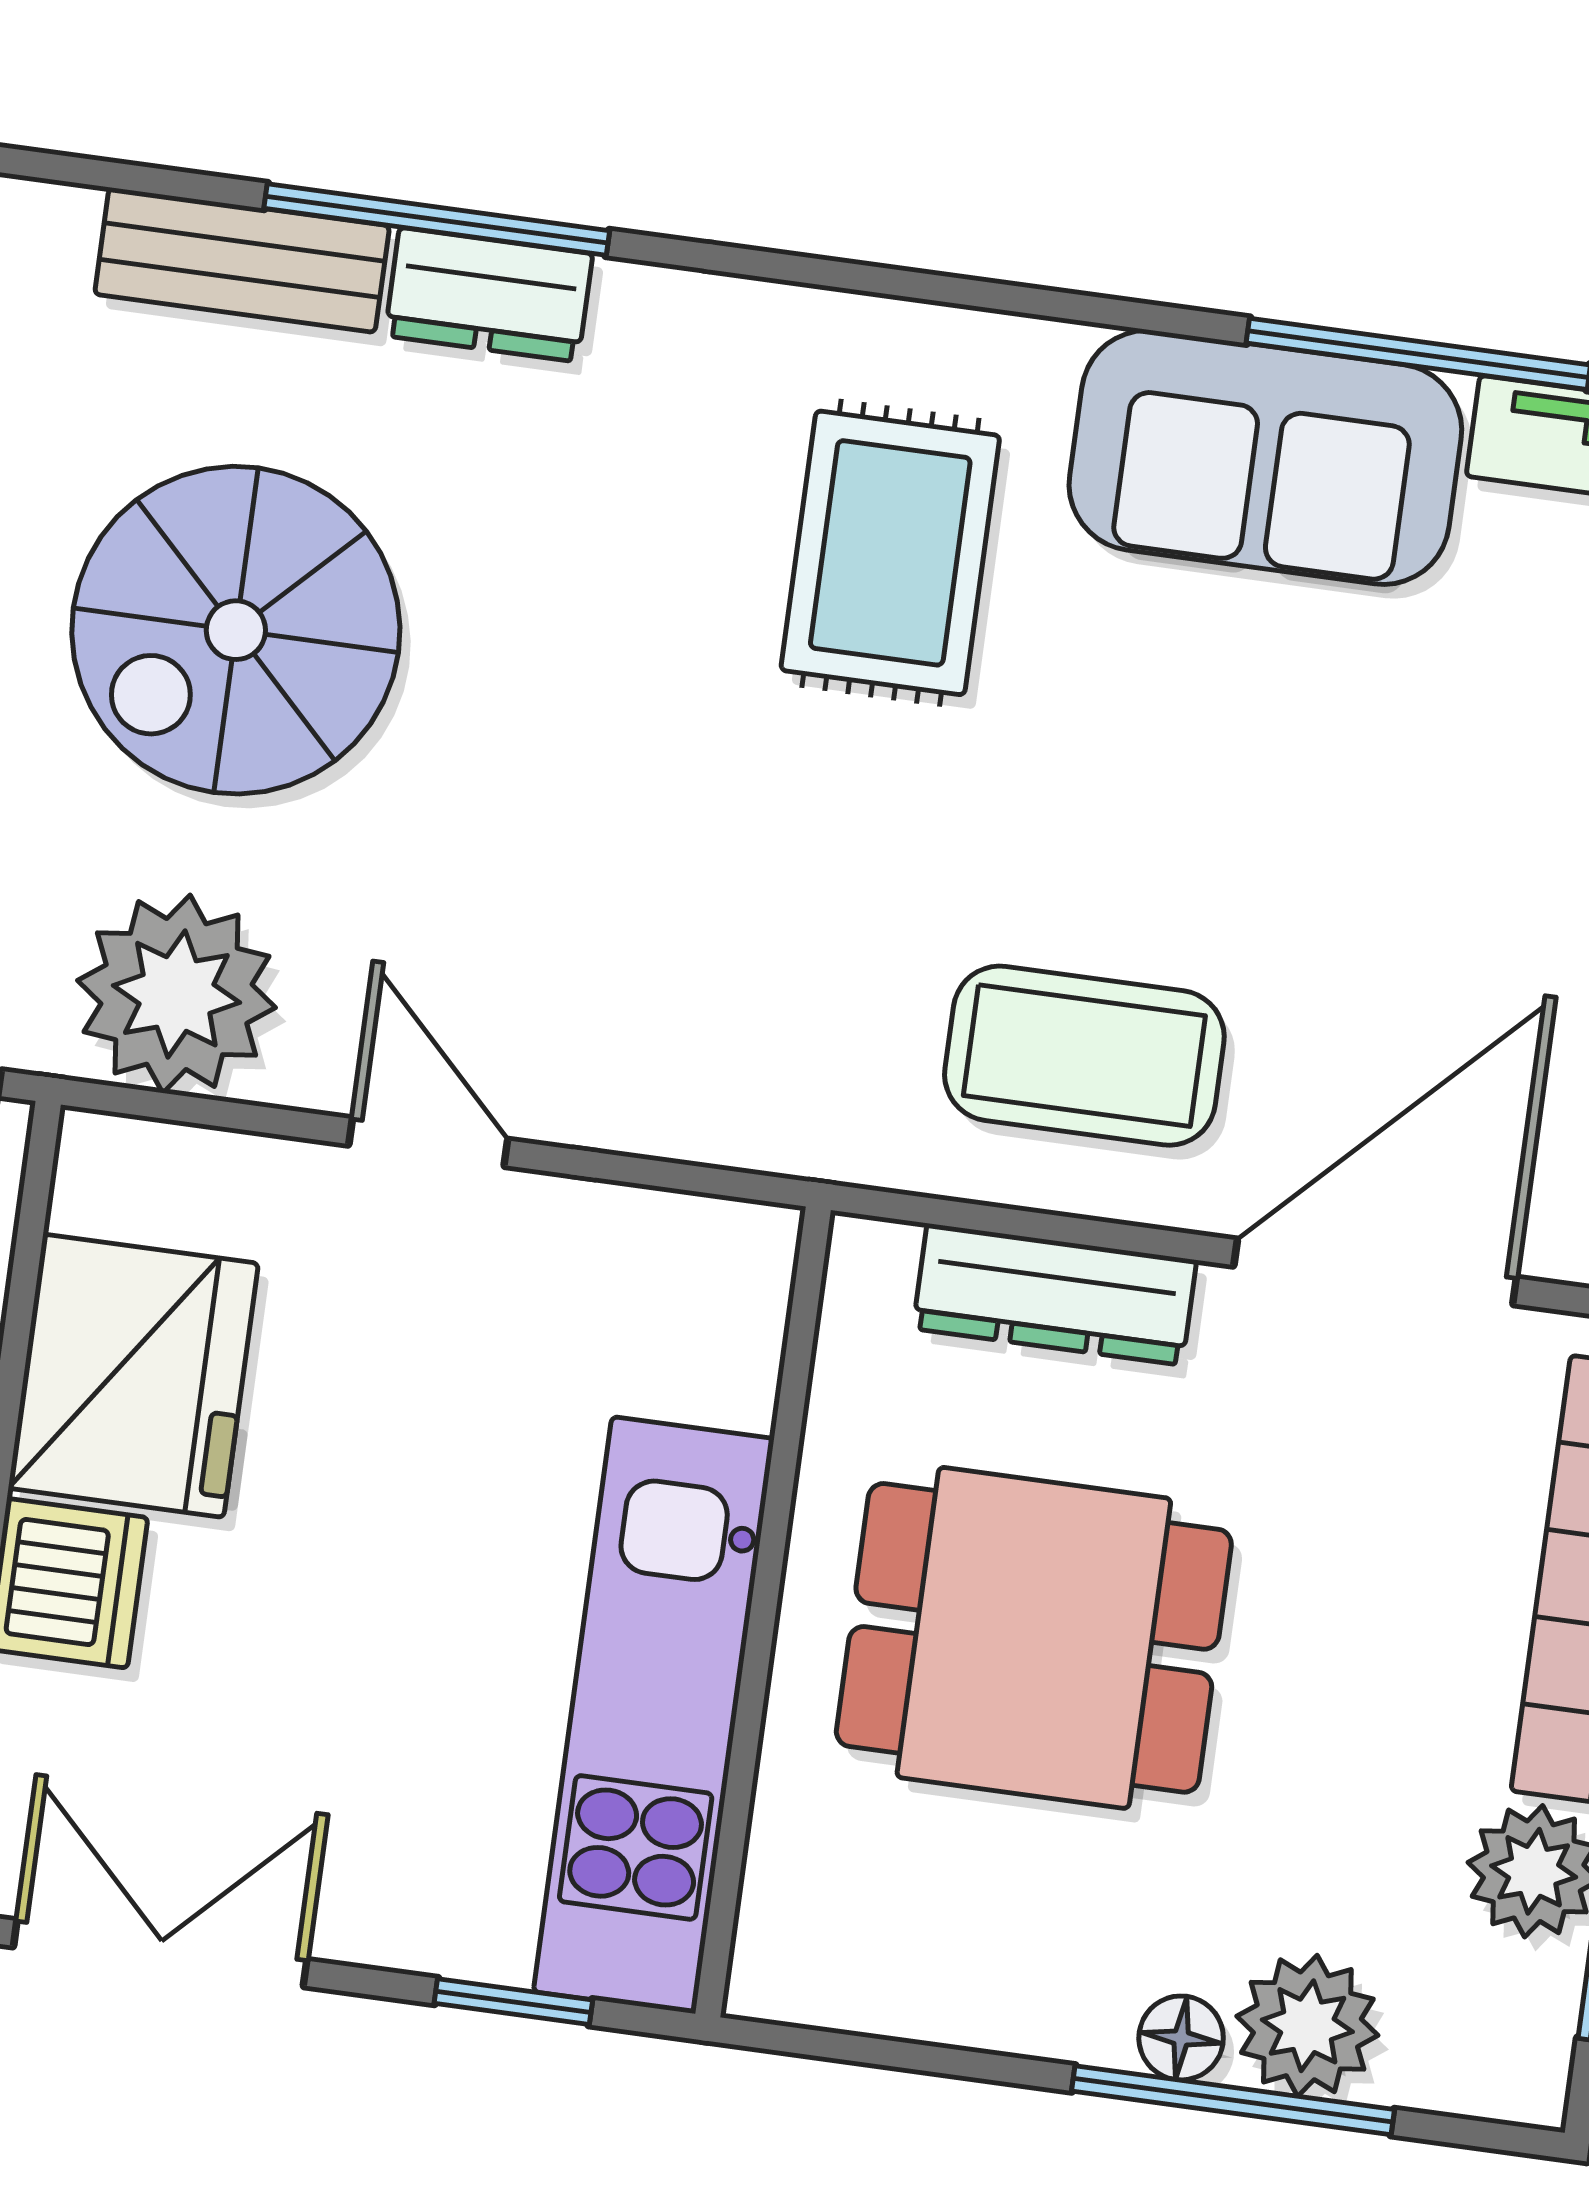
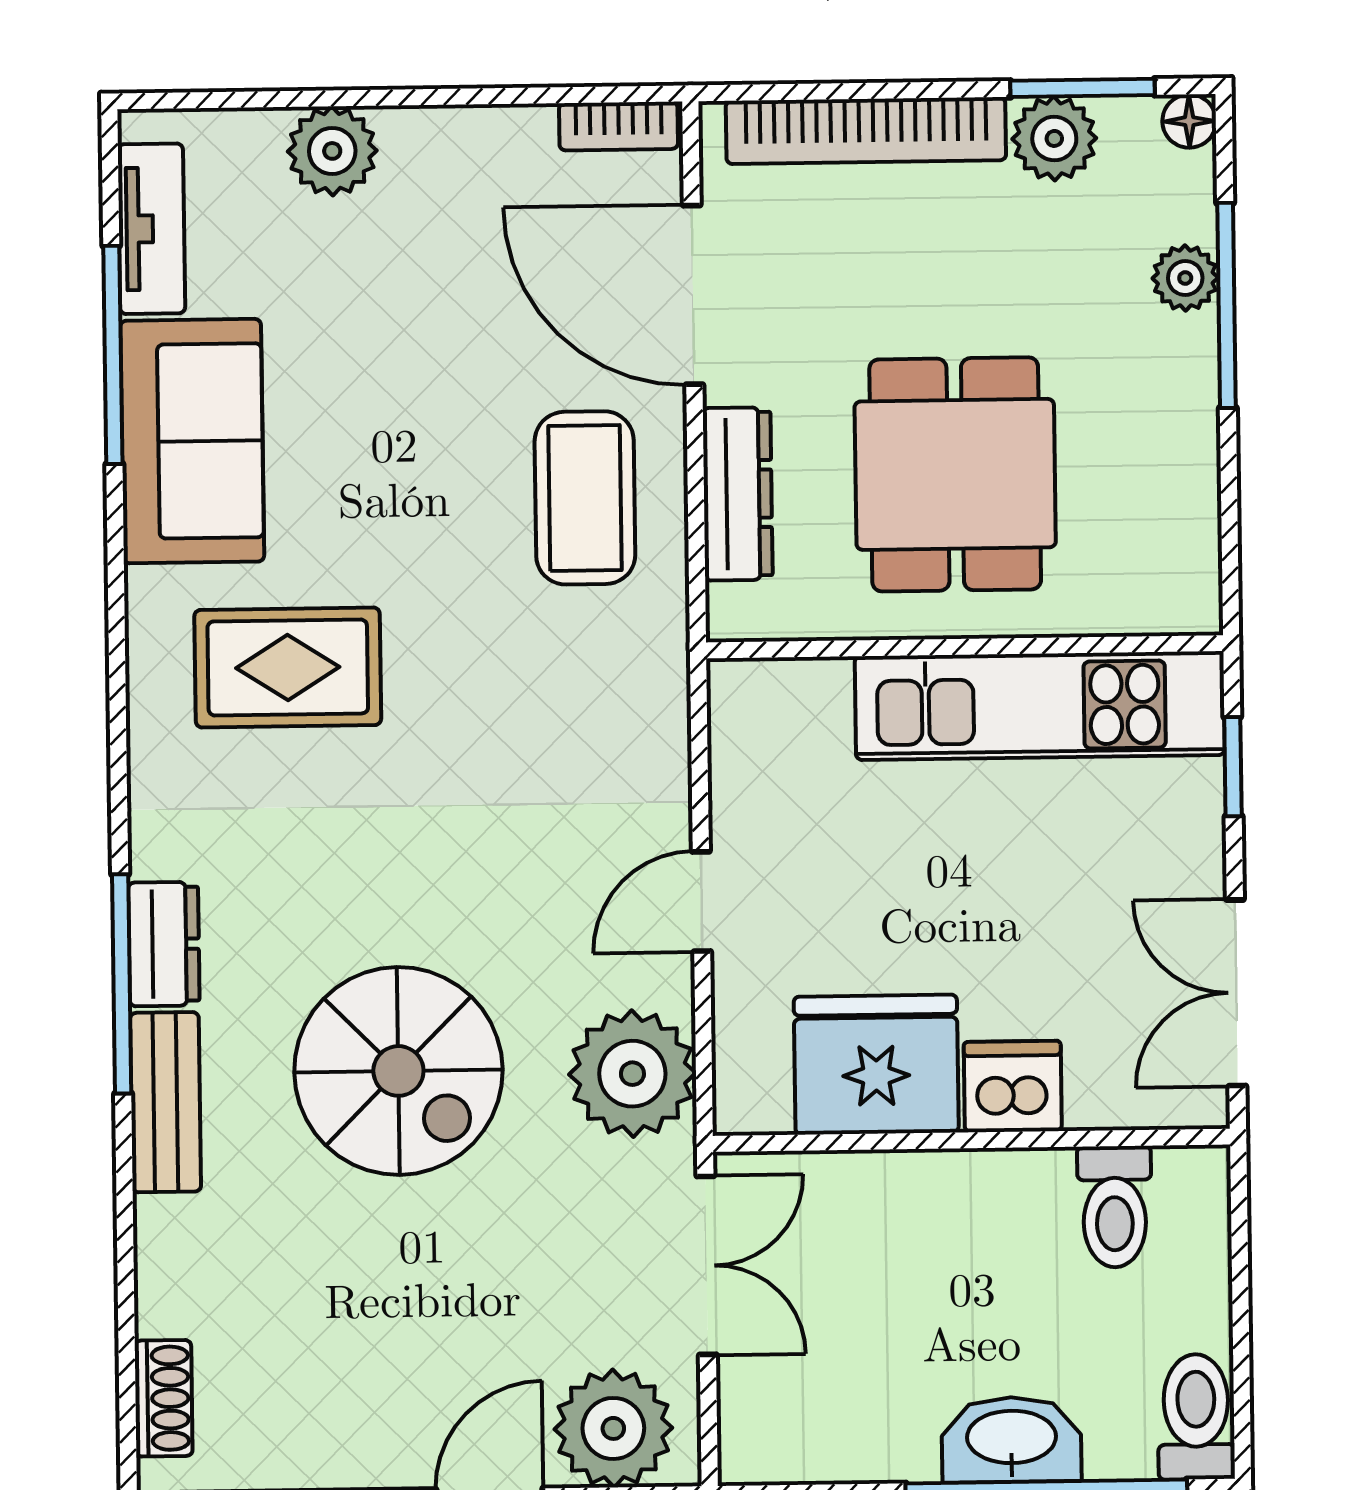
plant: (1307, 2026) -> (1185, 278), width x0.73, depth x0.73
floor lamp: (1181, 2038) -> (1189, 121), moved

